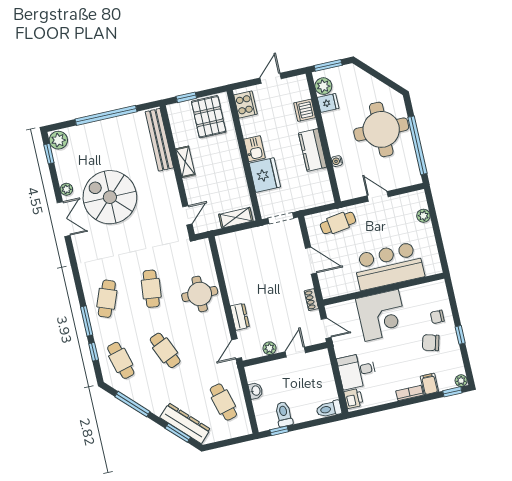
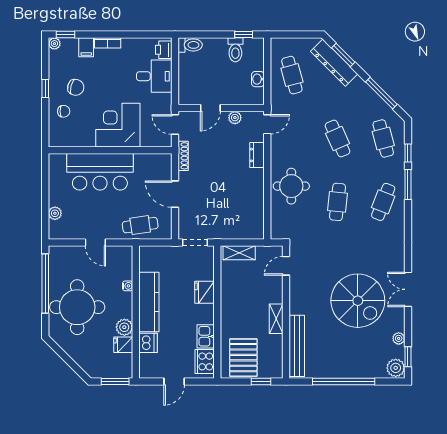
plant: (323, 86) -> (124, 327), moved
kitchen sink: (254, 149) -> (206, 336), moved
kitchen counter: (313, 150) -> (149, 302), width x1.50
fridge: (265, 175) -> (204, 292), width x0.73, depth x0.75
plant: (66, 189) -> (399, 338), moved
shoe rack: (311, 300) -> (183, 156), width x1.43

